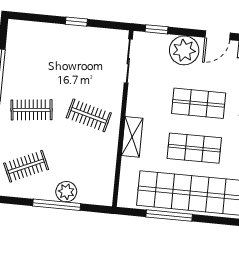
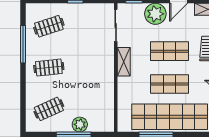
clothes rail: (89, 115) -> (49, 26), moved, turned -33
shelving: (132, 137) -> (124, 62), moved

